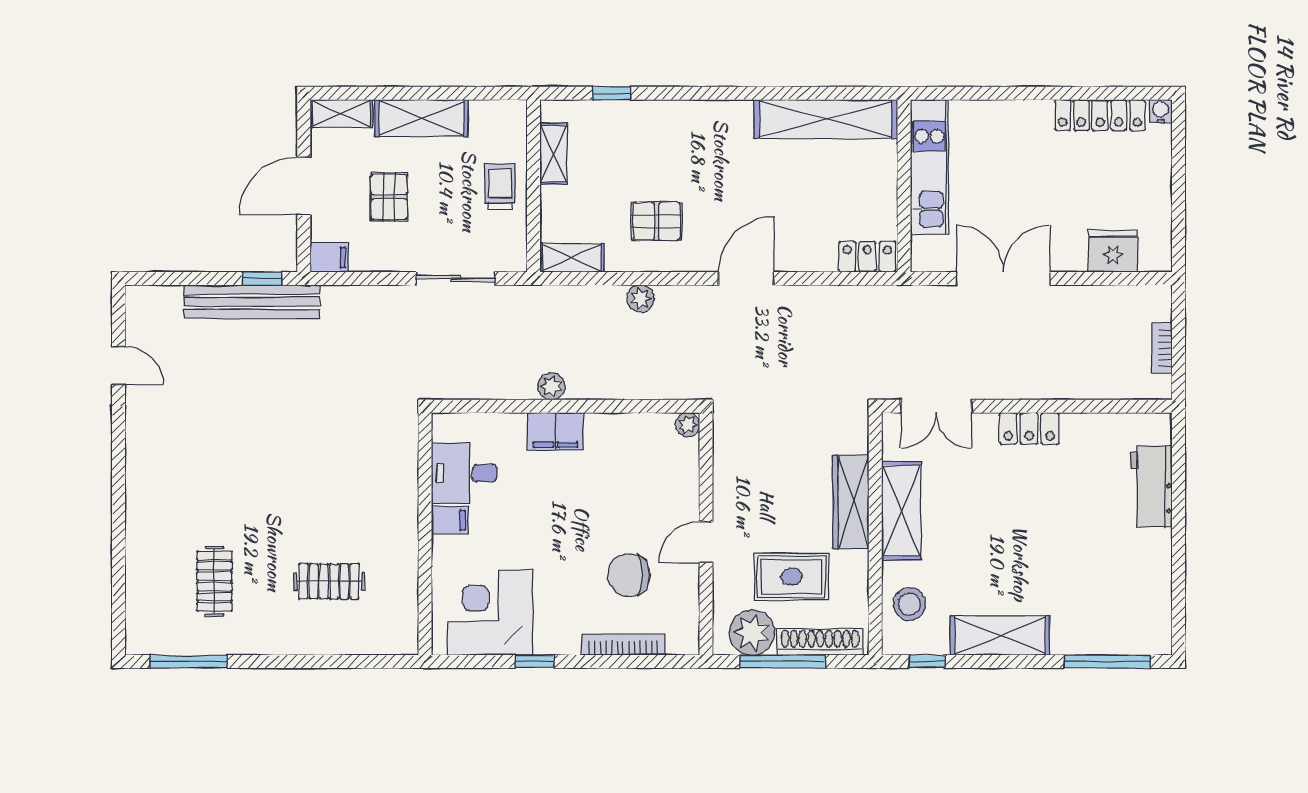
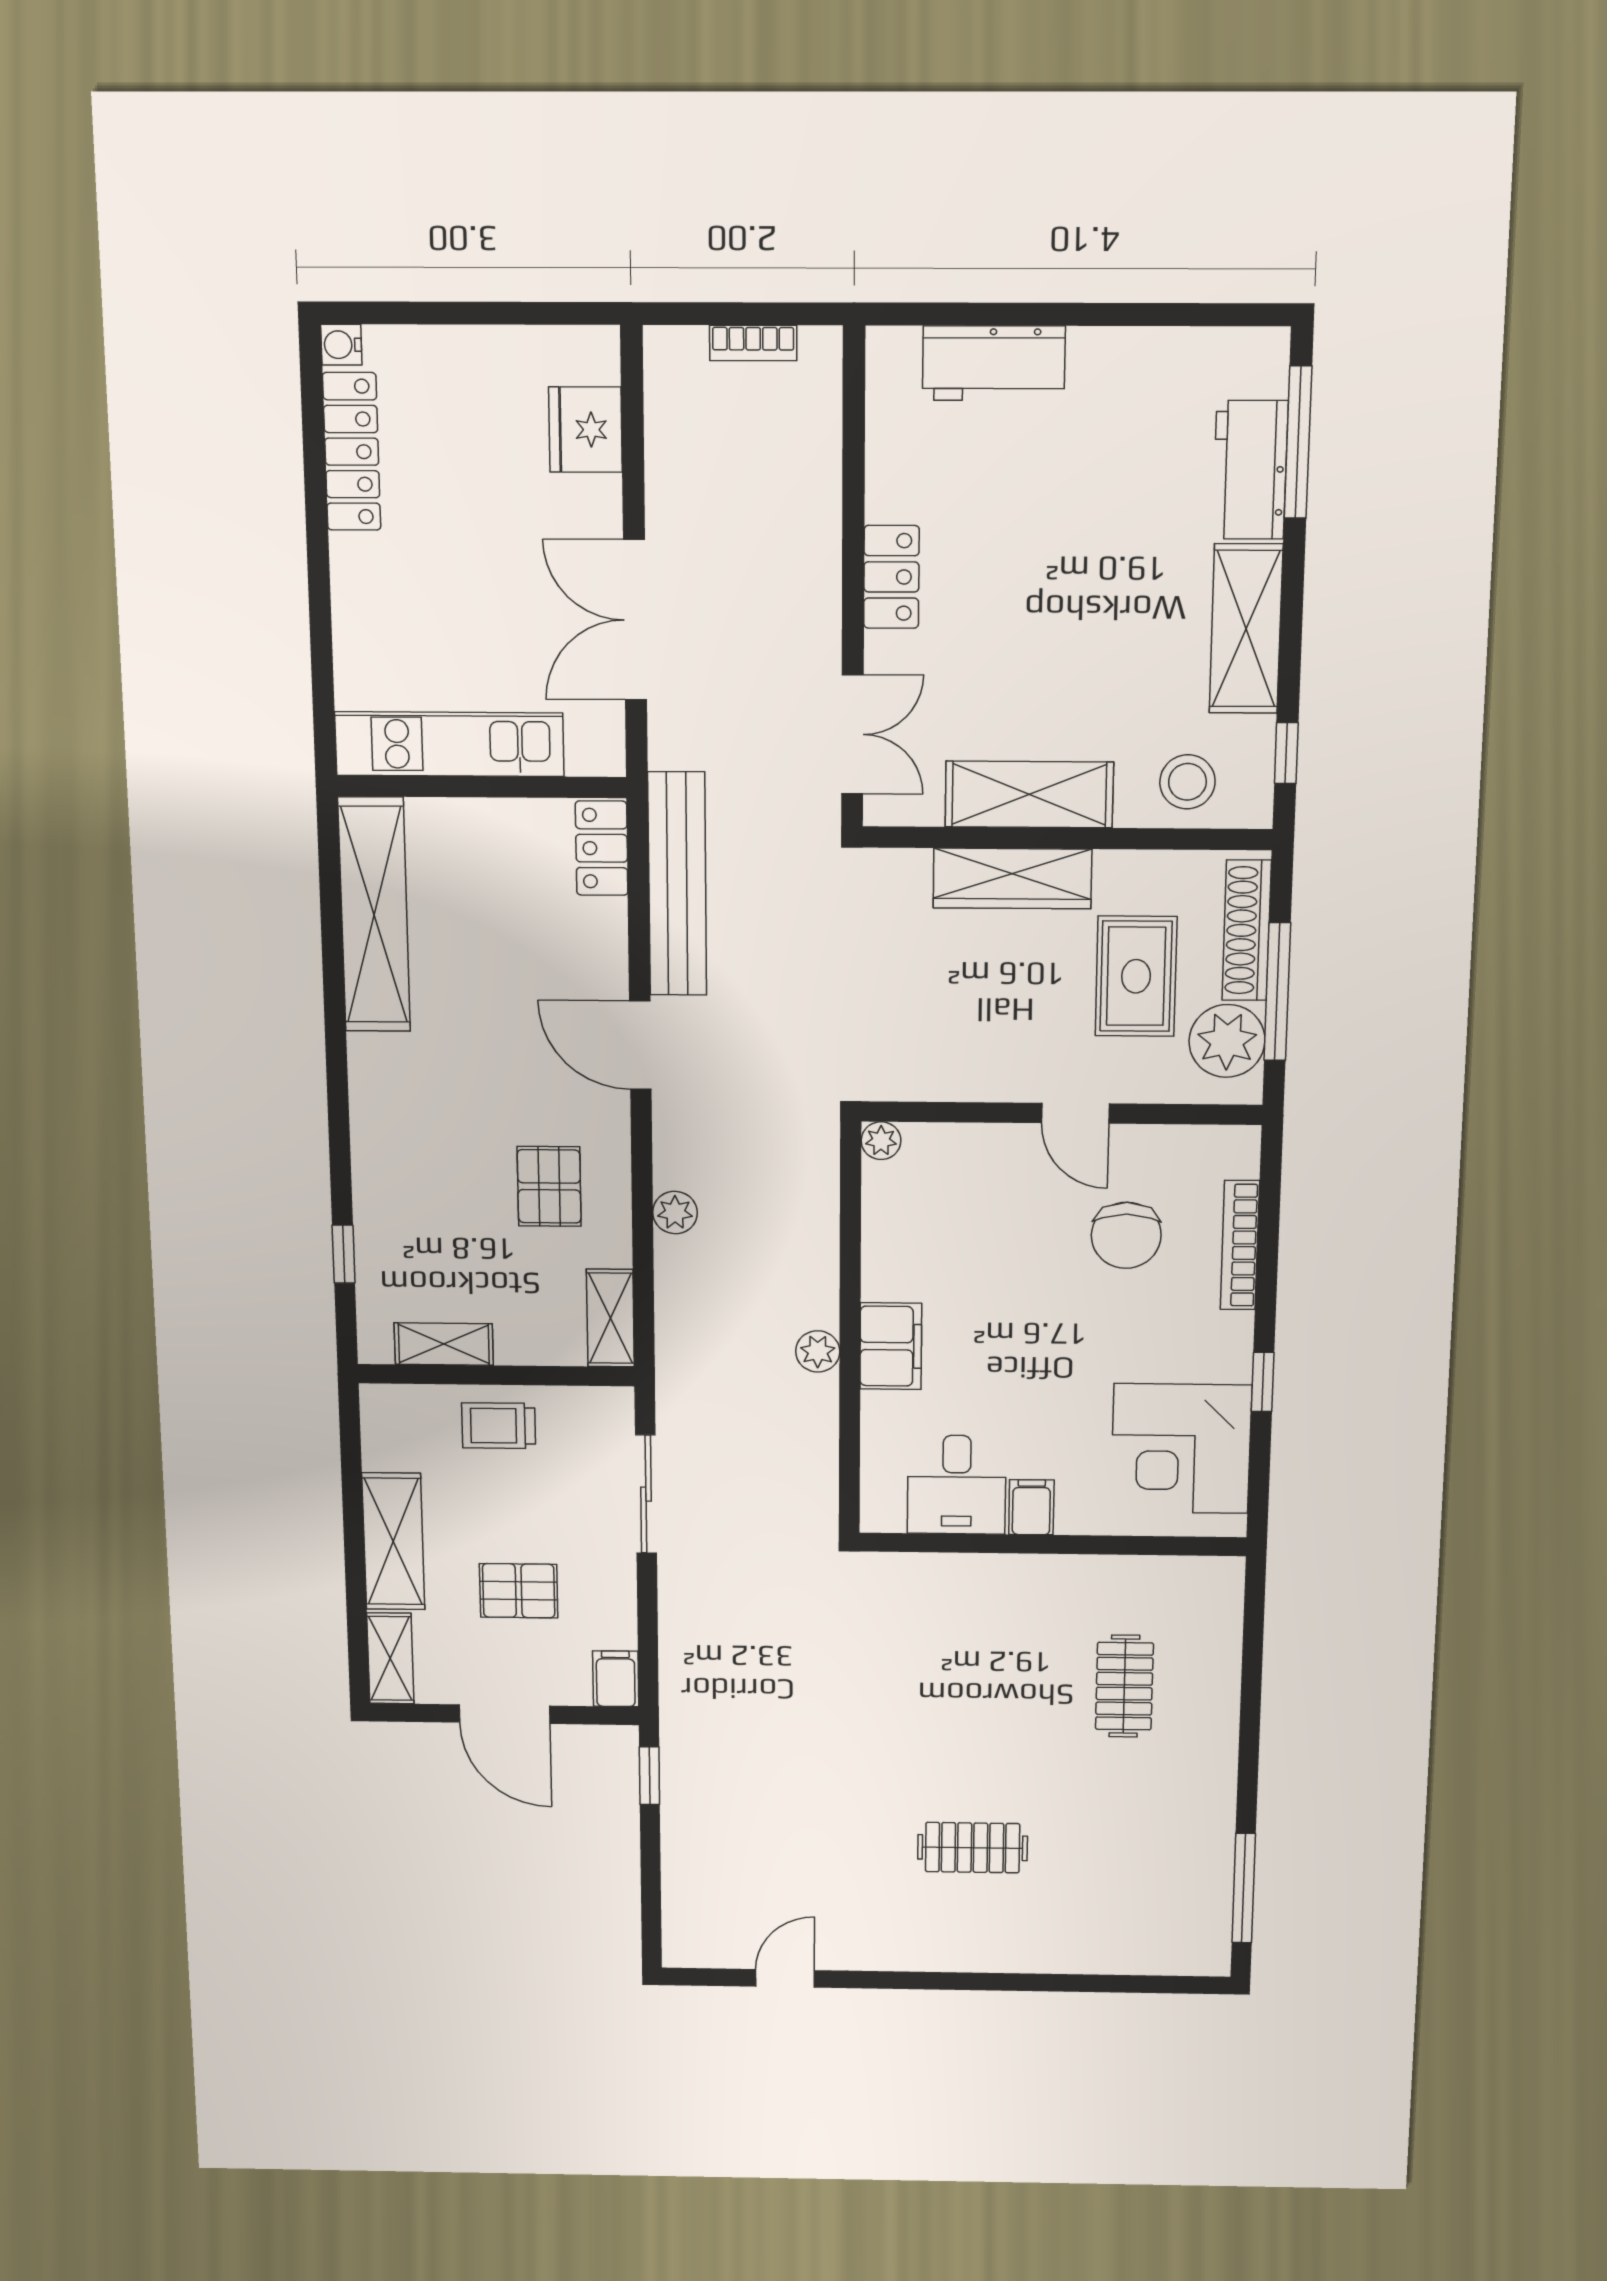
bench: (252, 302) -> (677, 884), moved
clothes rail: (215, 581) -> (972, 1848), moved
workbench: (1091, 635) -> (1250, 470), added

